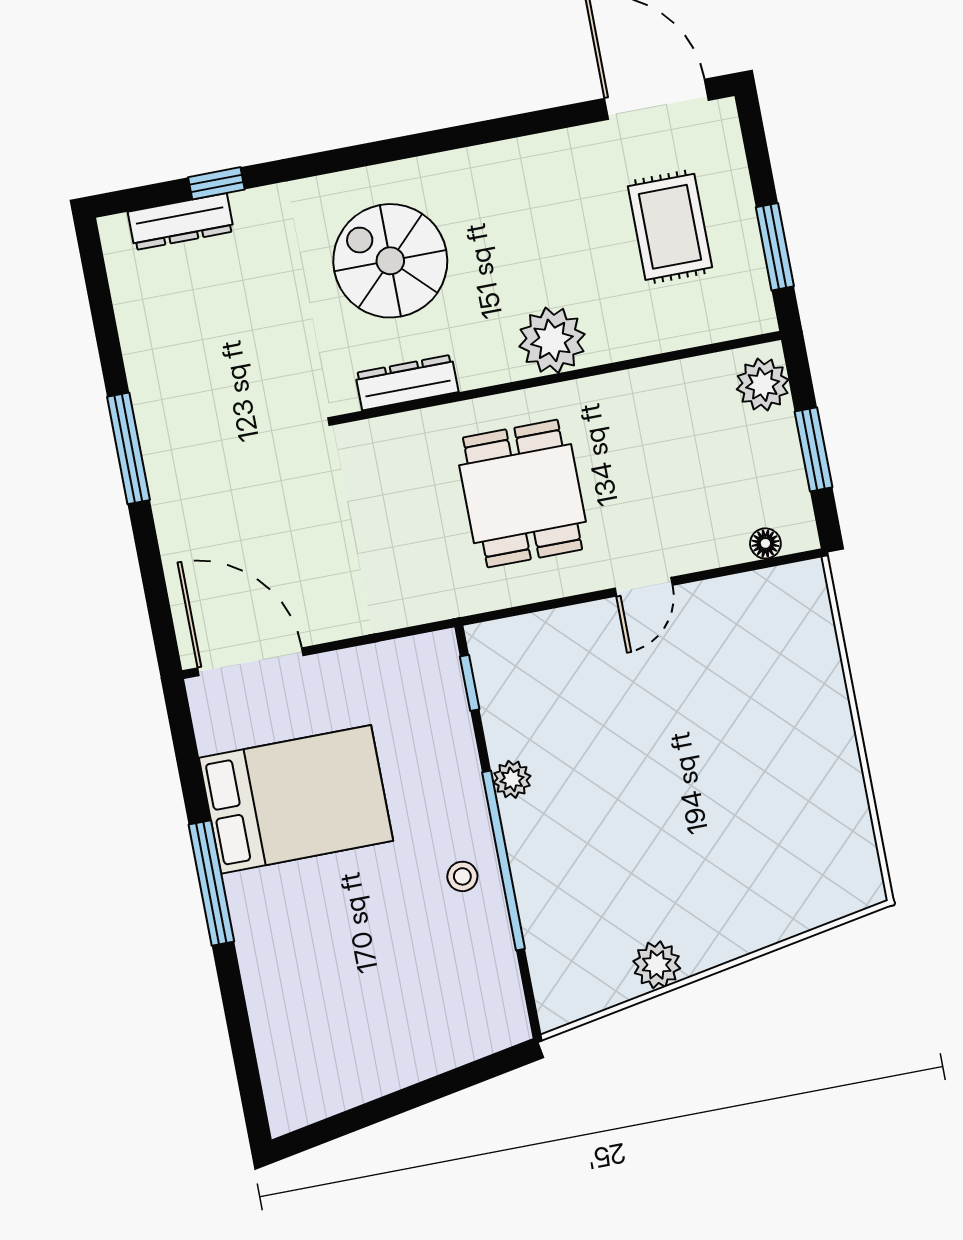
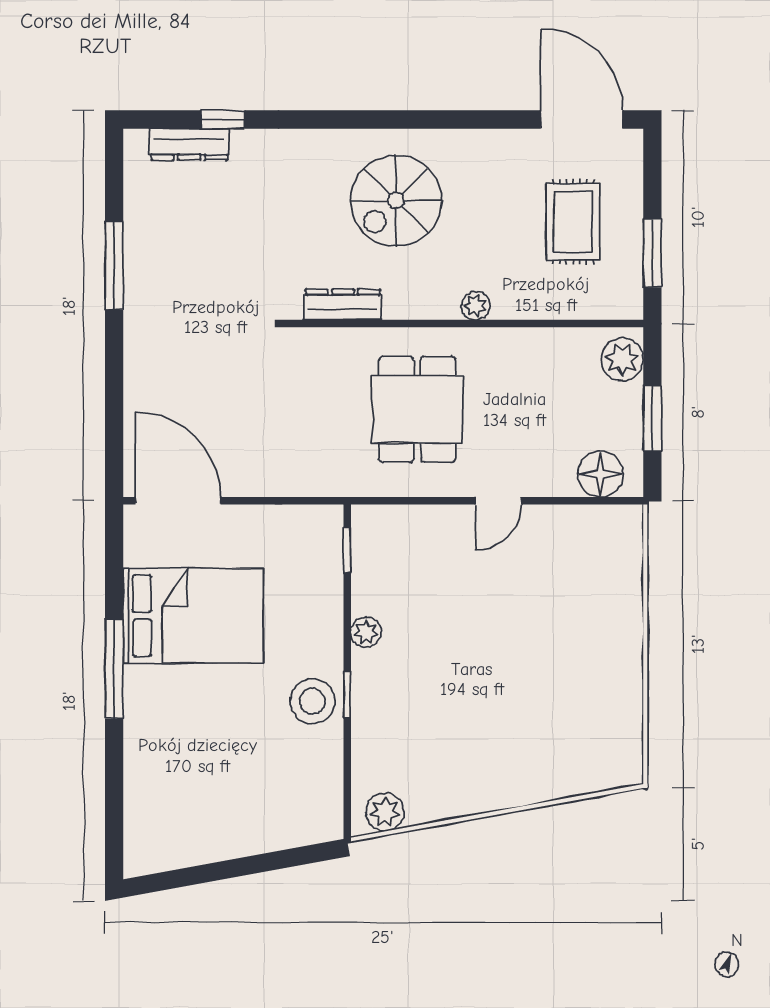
spiral stairs: (390, 261) -> (396, 201), moved, turned -90
plant: (552, 340) -> (476, 306), width x0.53, depth x0.53
window: (128, 448) -> (114, 265), moved
floor lamp: (765, 543) -> (601, 474), width x1.89, depth x1.89
window: (504, 860) -> (347, 695), width x0.32
stool: (462, 876) -> (312, 701), width x1.89, depth x1.89
plant: (657, 965) -> (385, 812), moved

